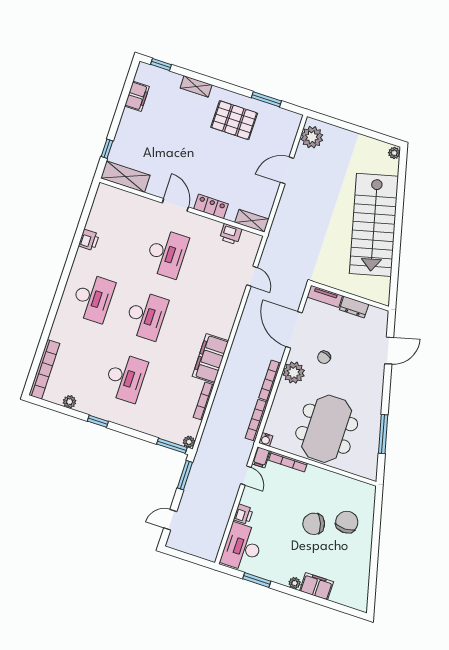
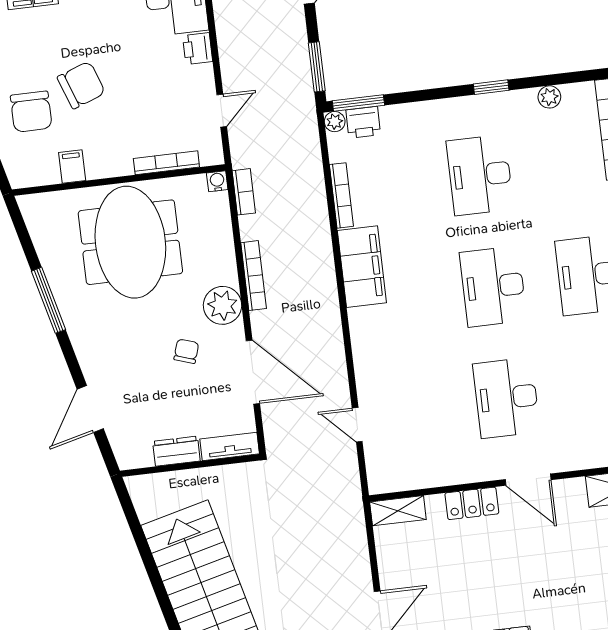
printer: (231, 234) -> (363, 122), moved, turned 180
bookcase: (257, 420) -> (244, 192), width x0.64
window: (383, 434) -> (49, 300), moved
filing cabinet: (261, 457) -> (72, 167), moved
door: (246, 476) -> (222, 111), swing flipped

